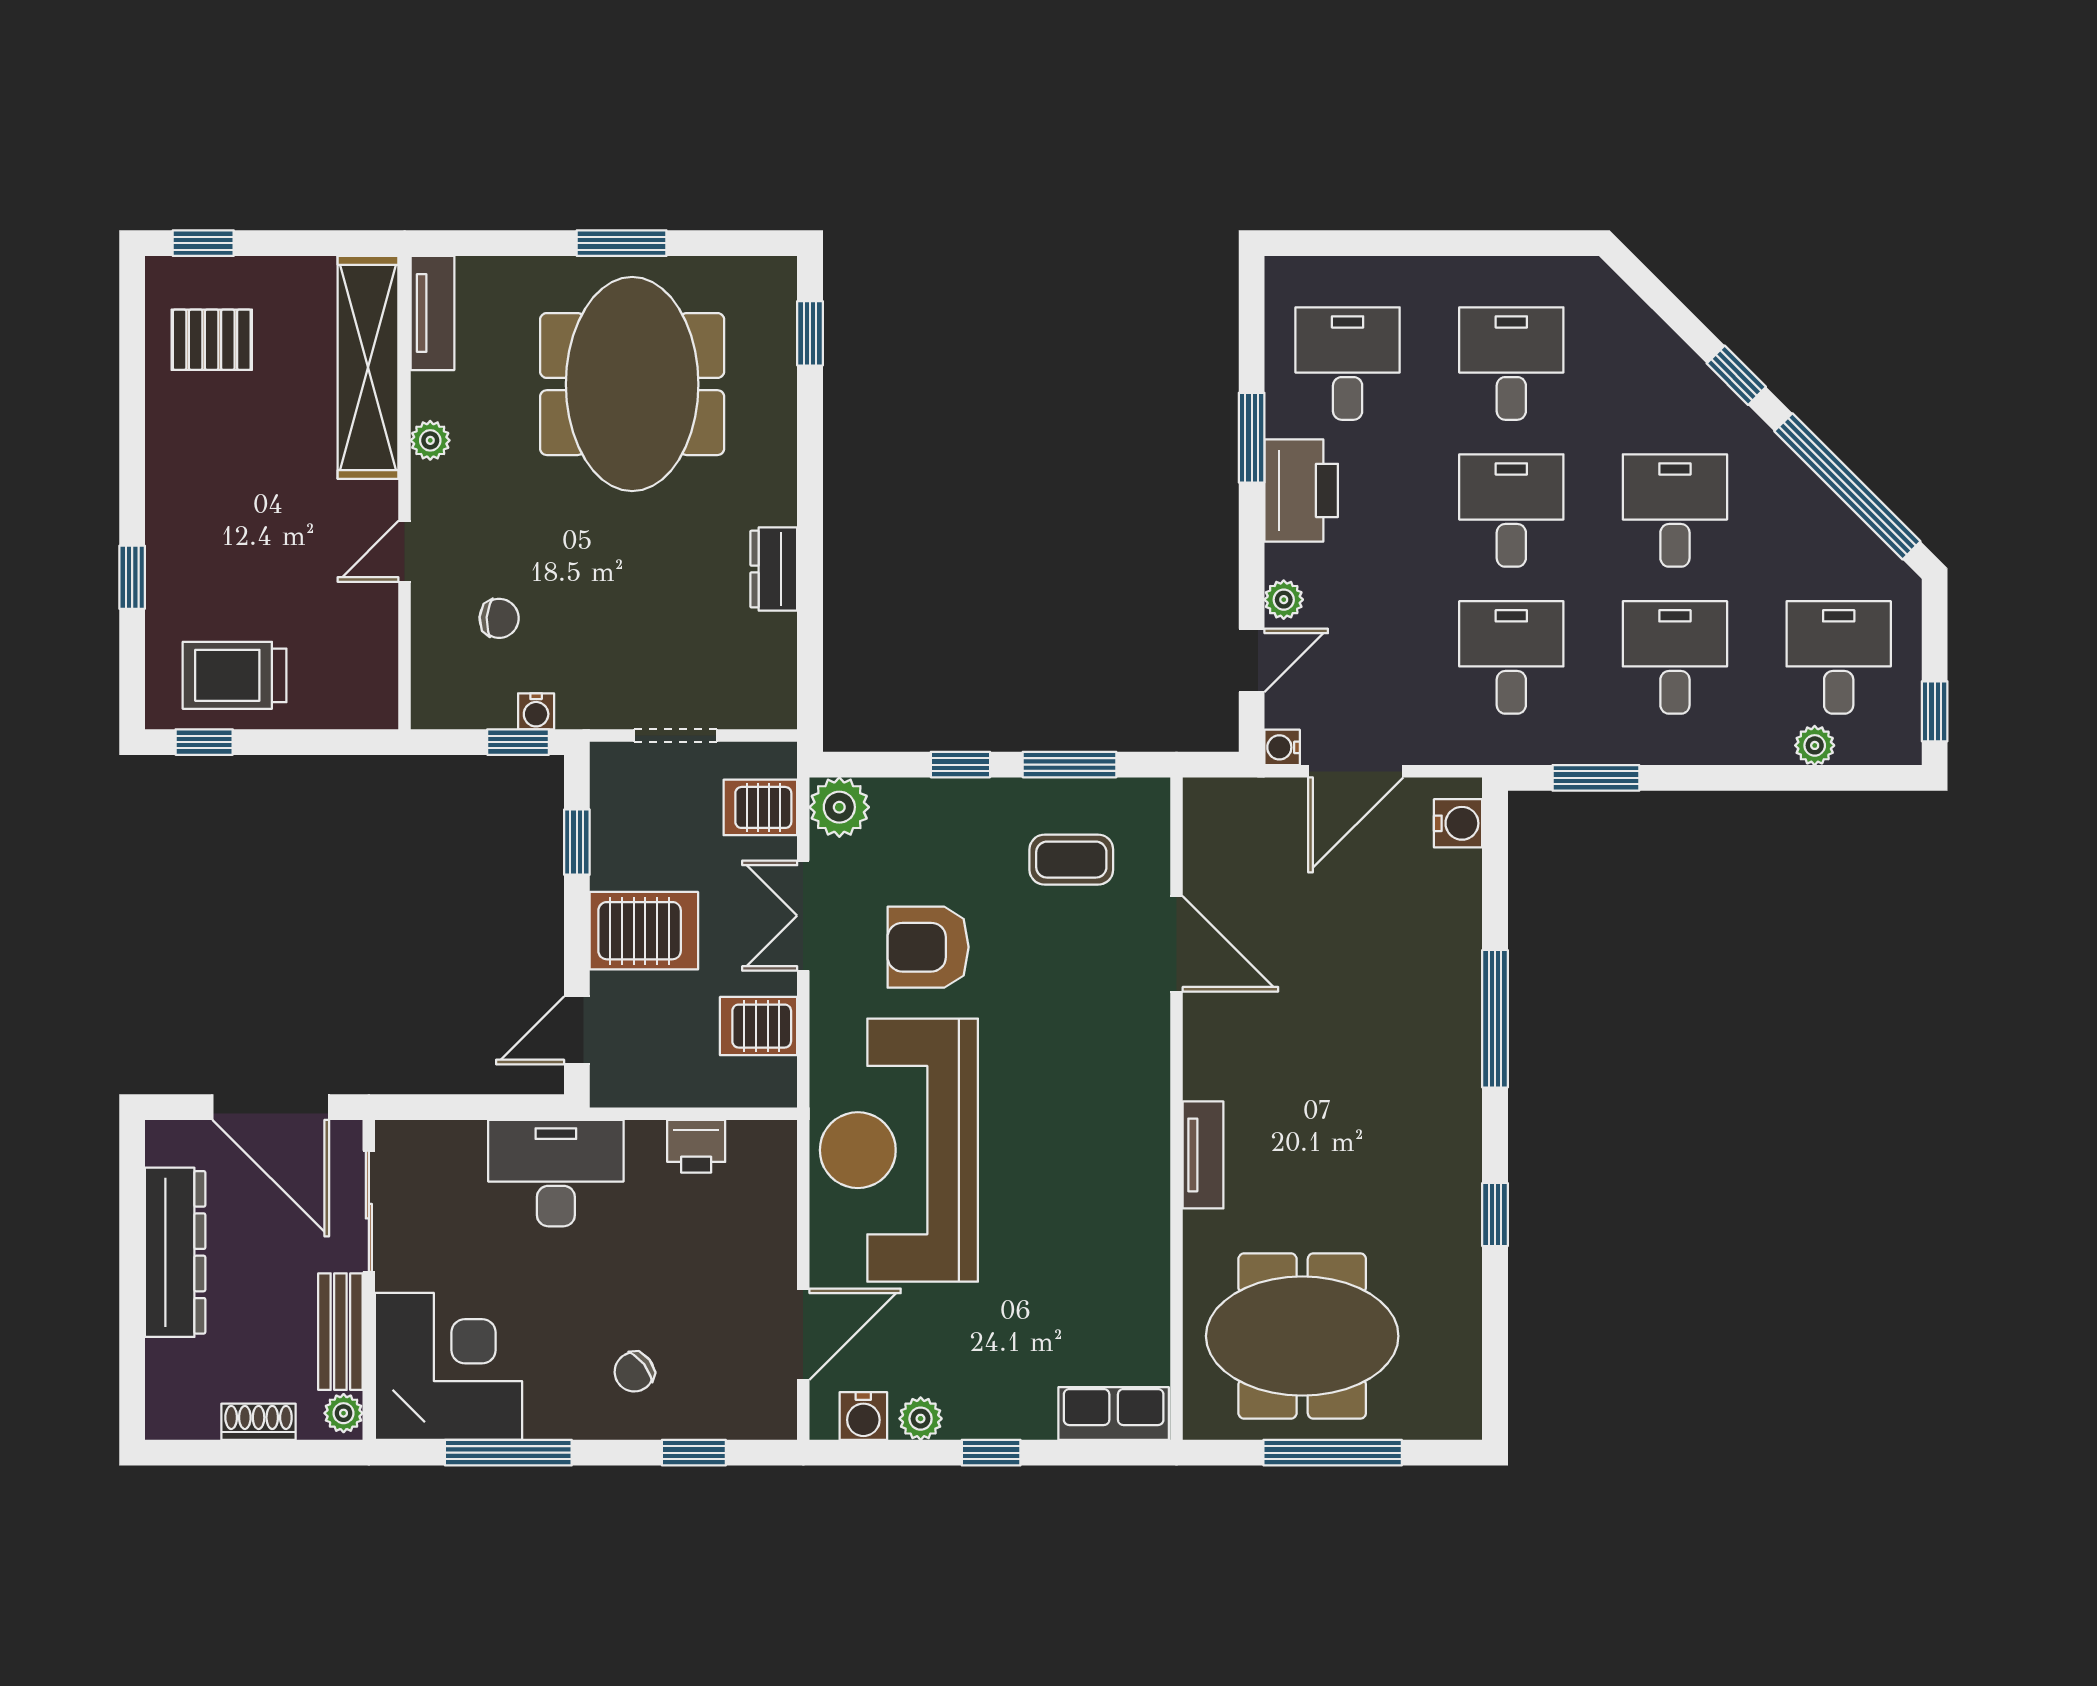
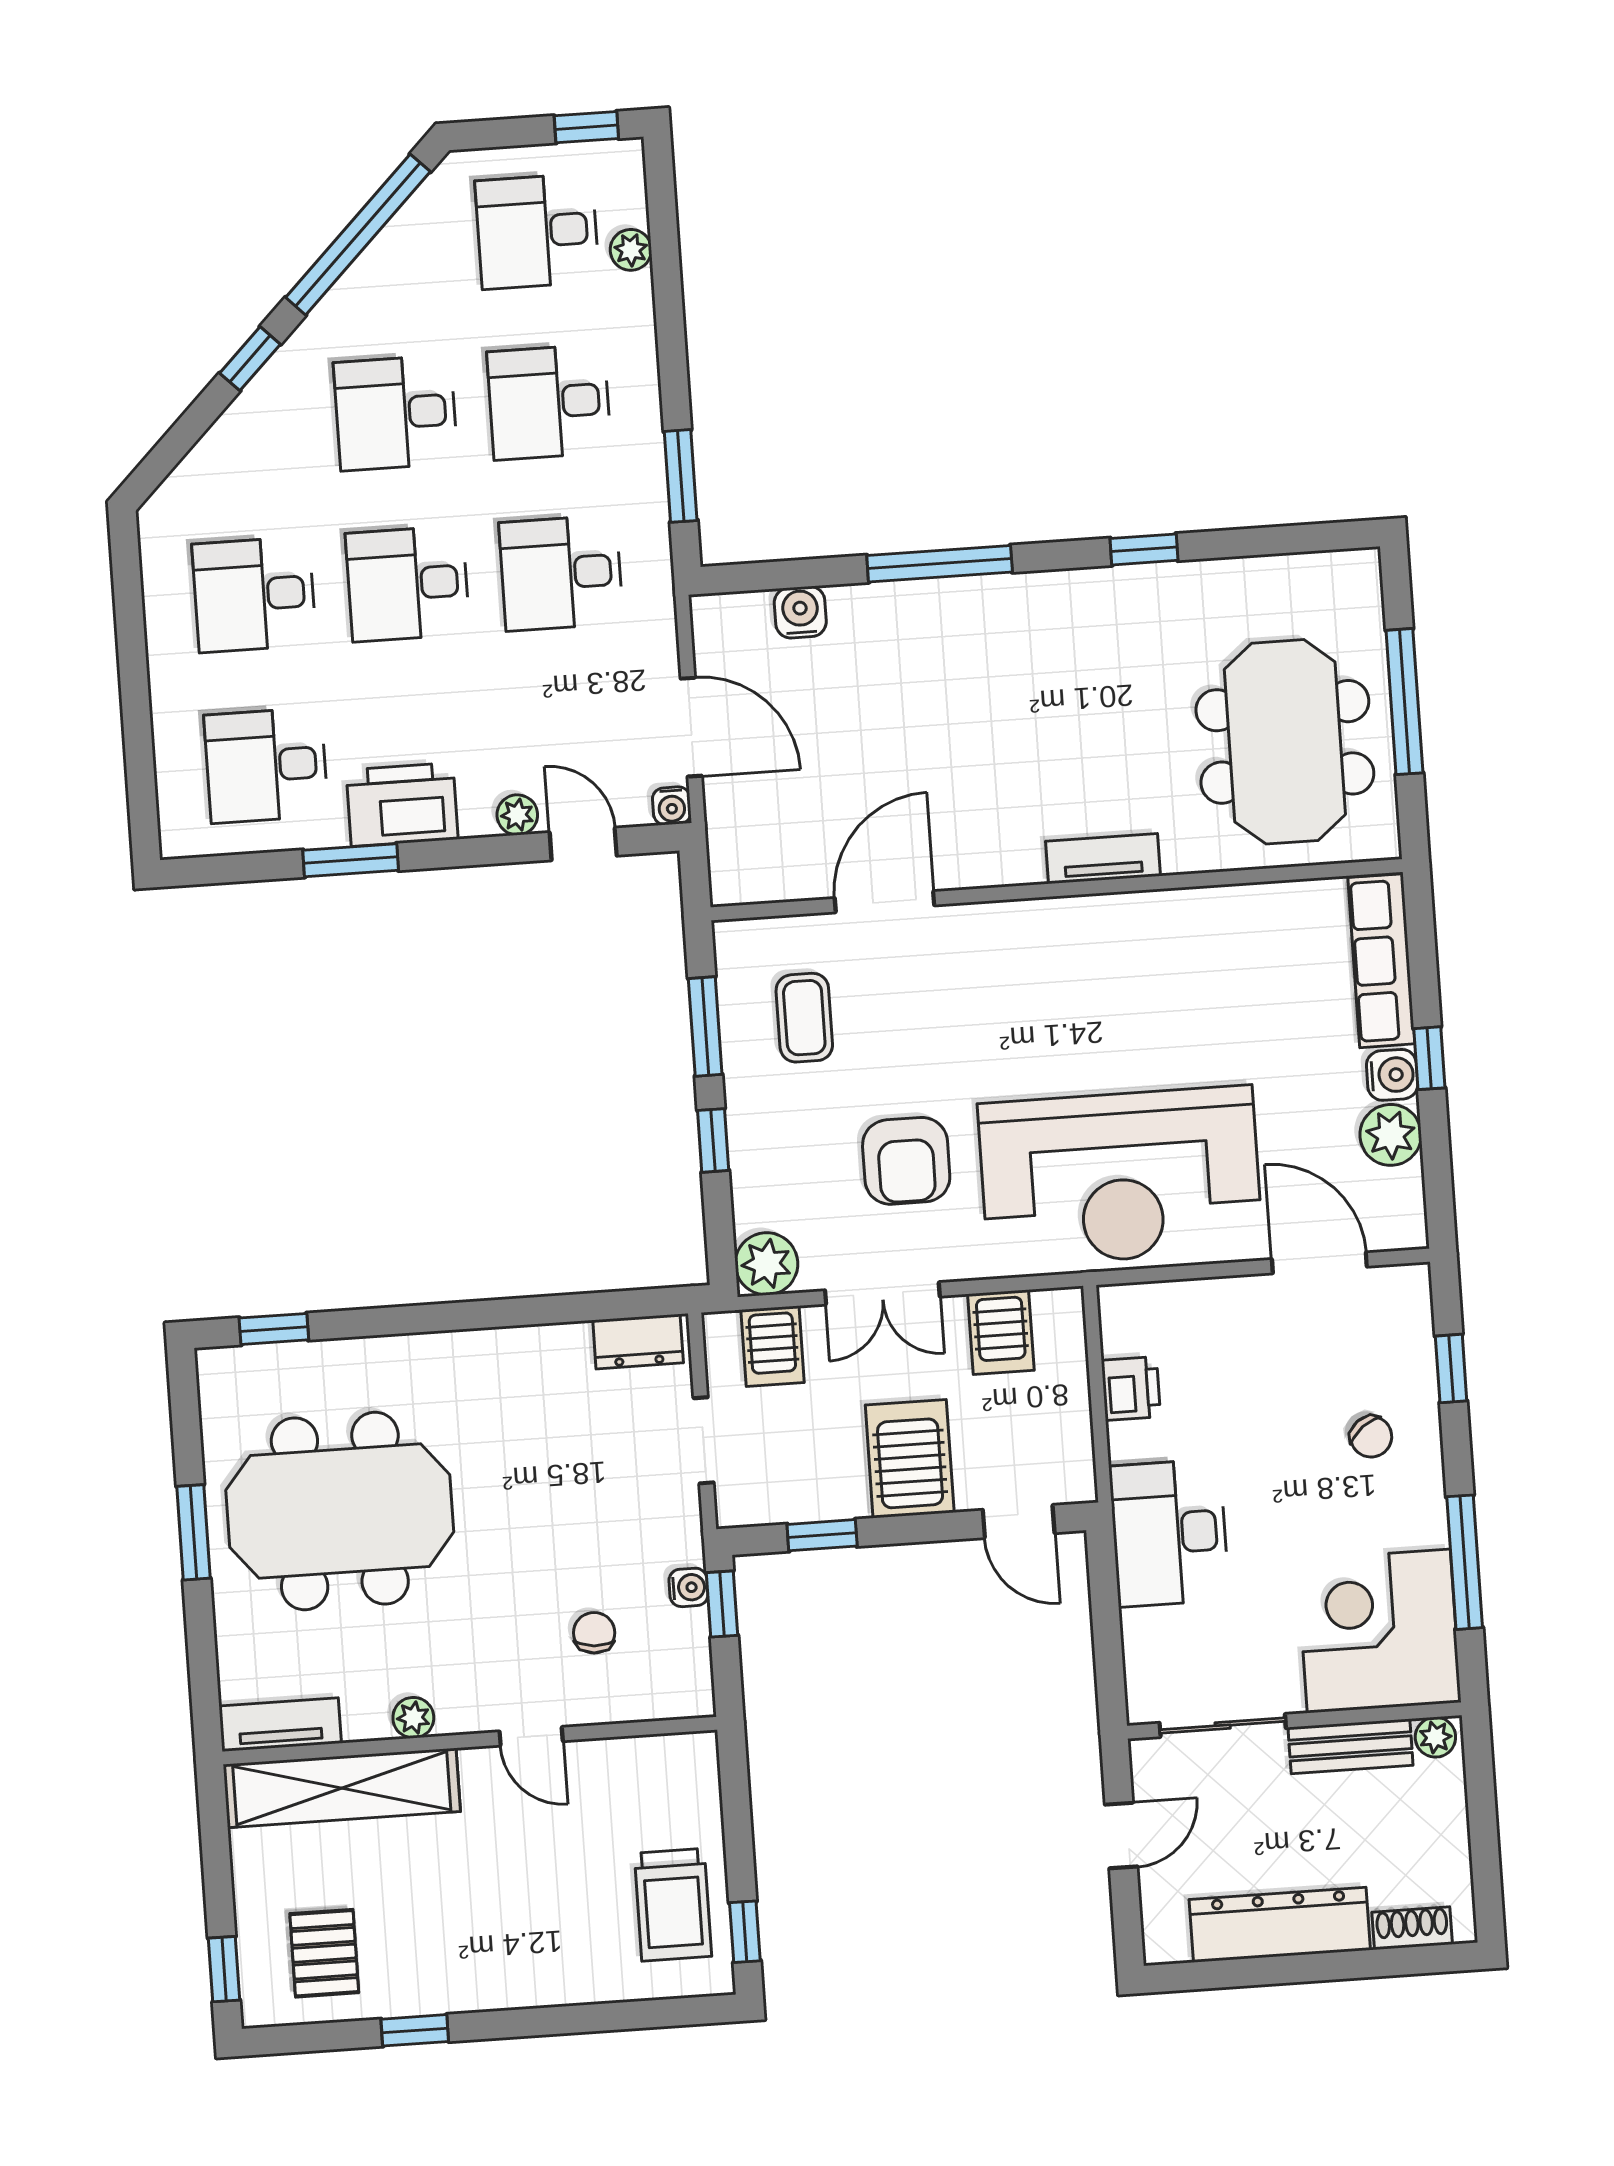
dresser: (774, 569) -> (638, 1342), moved
window: (132, 577) -> (415, 2030), moved
water cooler: (1458, 823) -> (800, 612), moved
door: (271, 1107) -> (1121, 1835), width x0.53
row of seats: (1114, 1413) -> (1381, 961), width x1.48
water cooler: (863, 1416) -> (1392, 1075), moved
plant: (921, 1419) -> (1391, 1135), width x1.38, depth x1.38
shoe rack: (259, 1422) -> (1412, 1928), moved, turned 90

